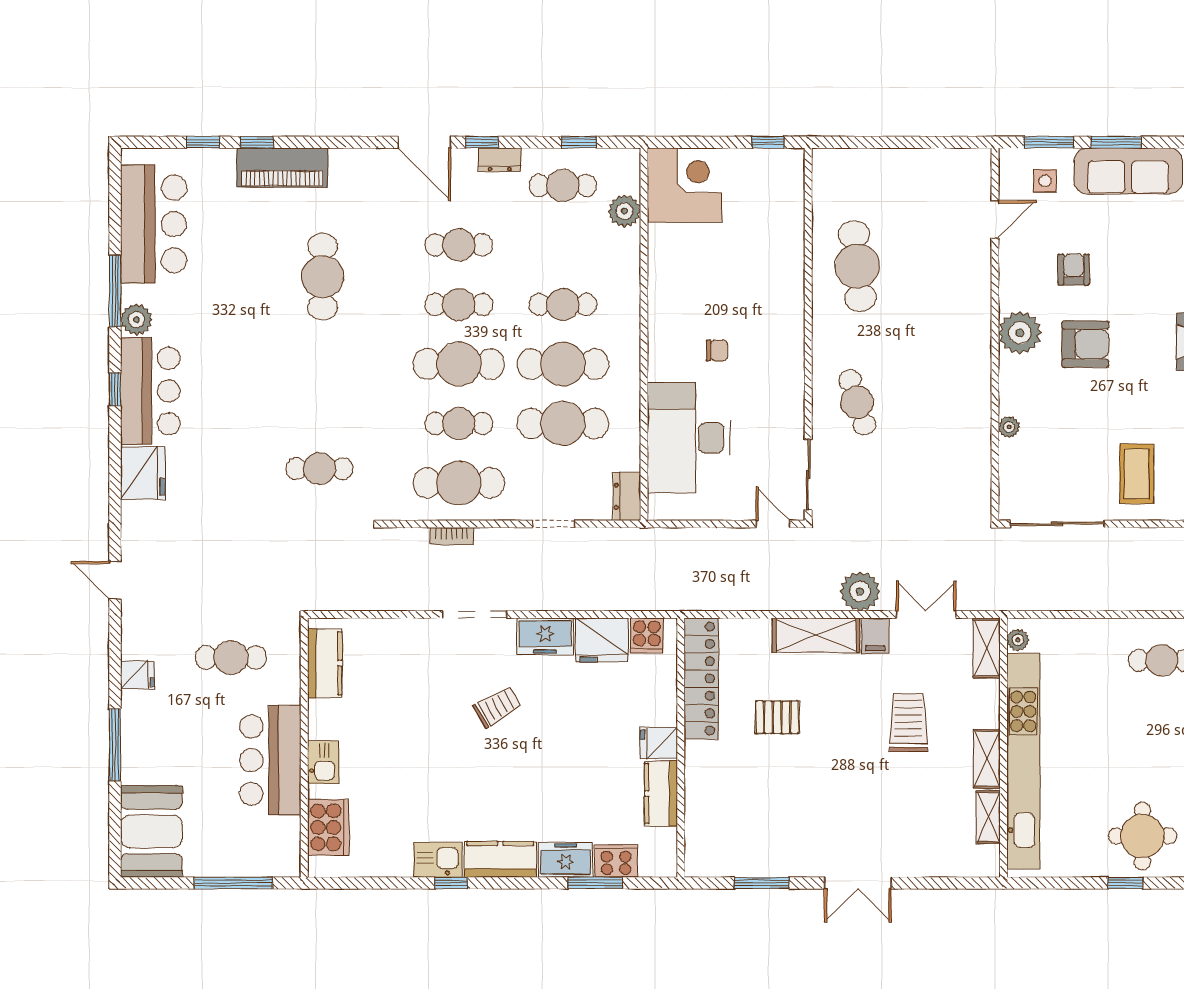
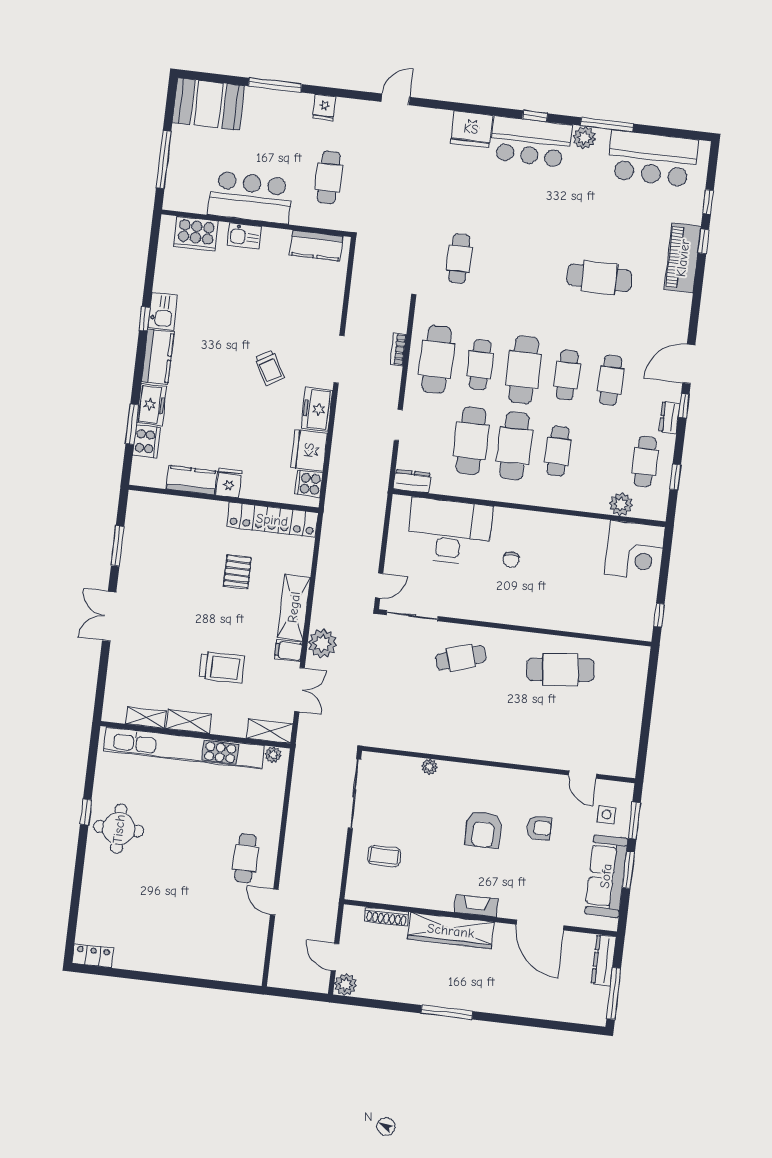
plant: (1020, 333) -> (497, 783), removed
coffee table: (1137, 474) -> (384, 856), width x0.73, depth x0.77

